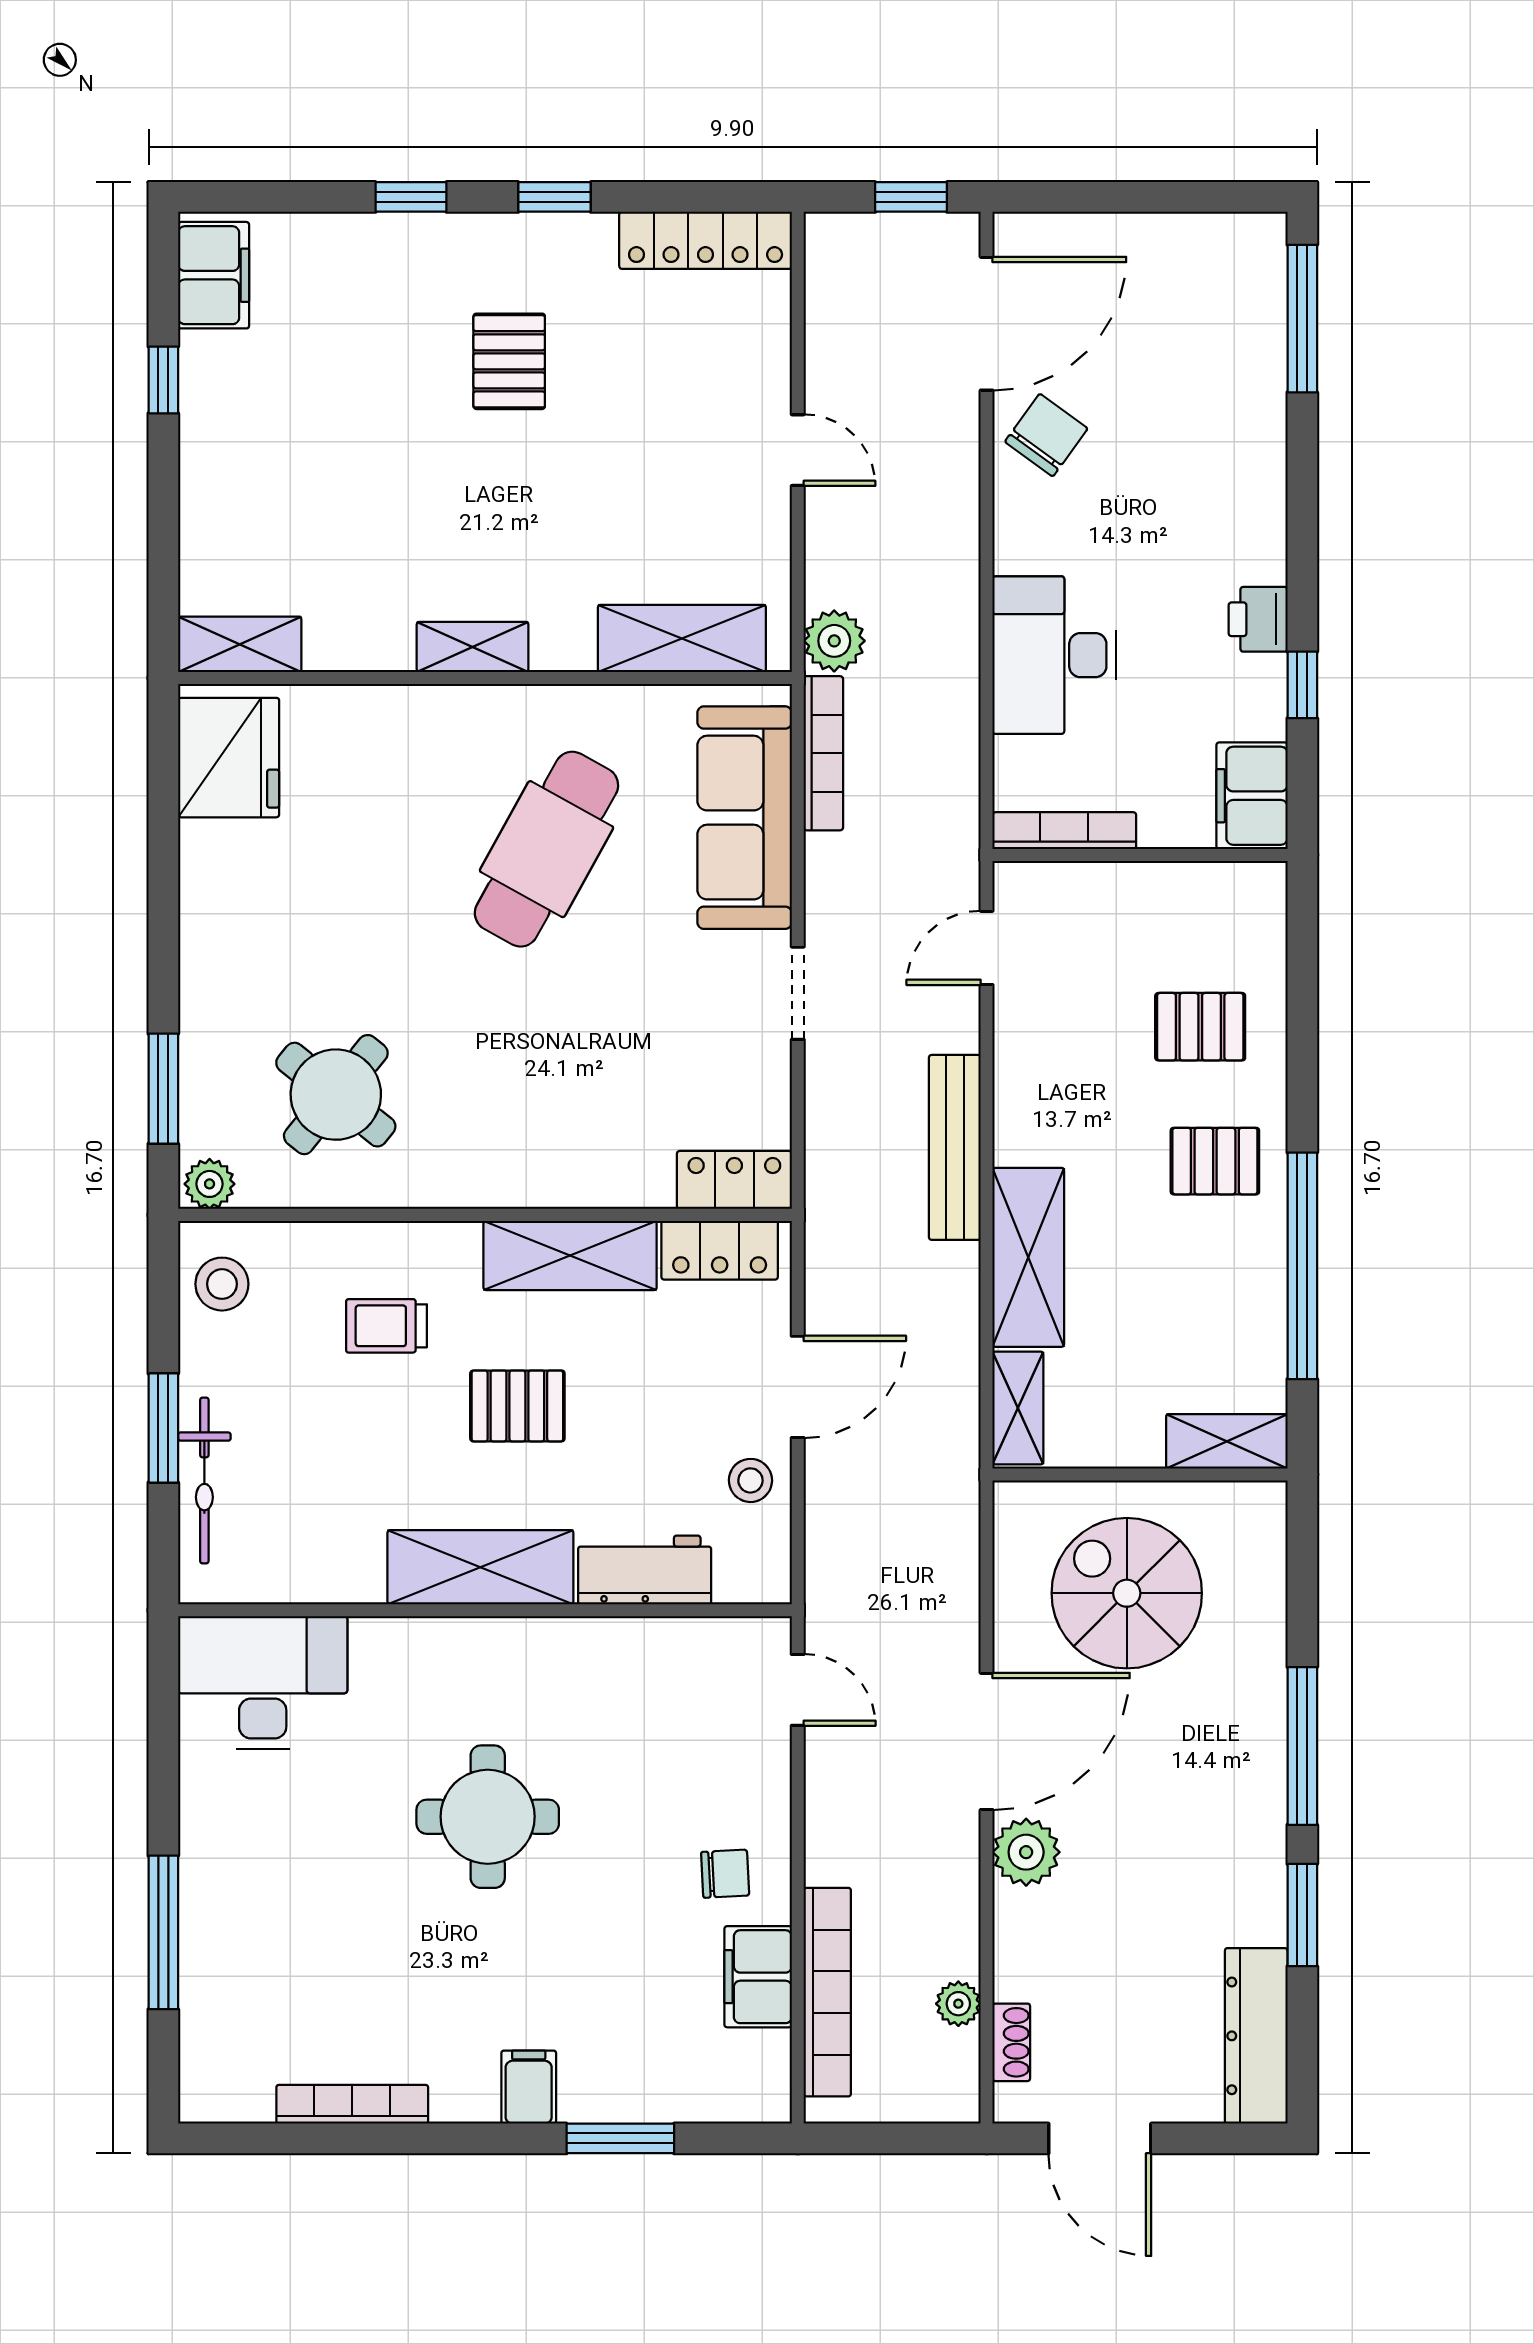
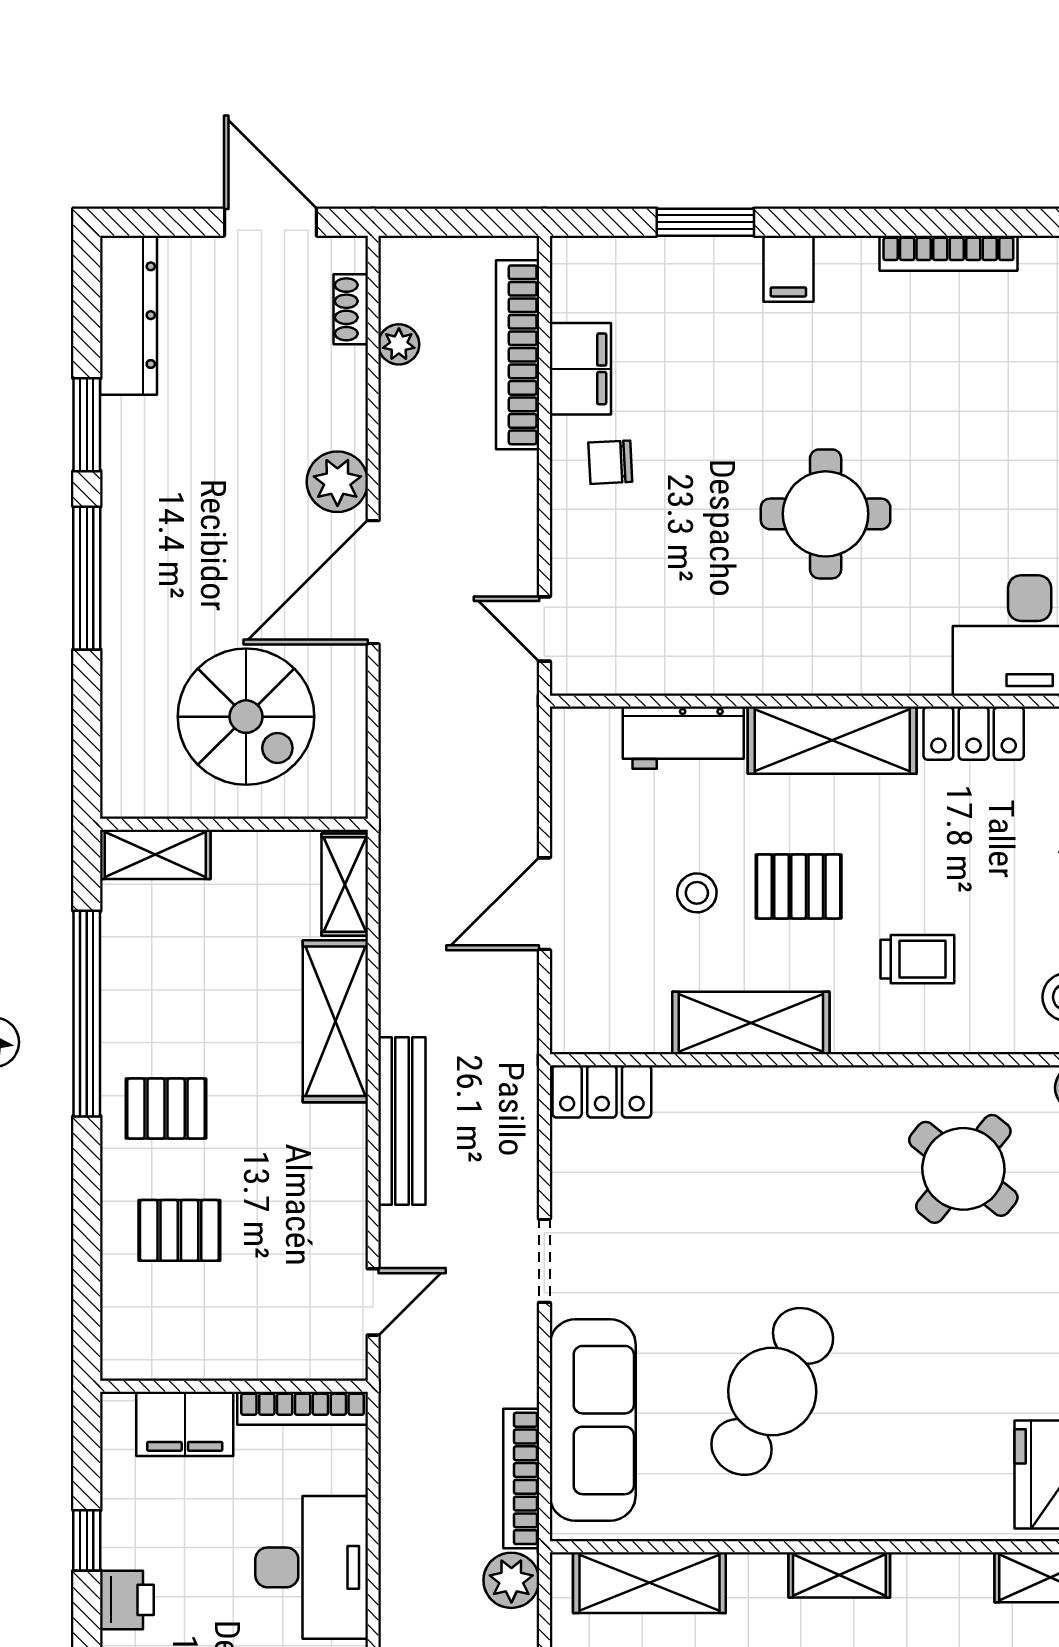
filing cabinet: (1252, 796) -> (185, 1424), moved, turned 90
locker: (720, 1250) -> (974, 733), moved, turned 180
stool: (750, 1480) -> (697, 893), moved

